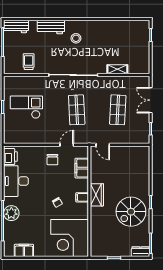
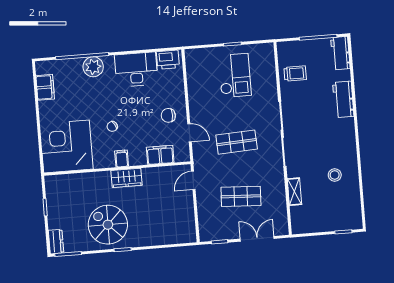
stool: (76, 38) -> (335, 175), moved

